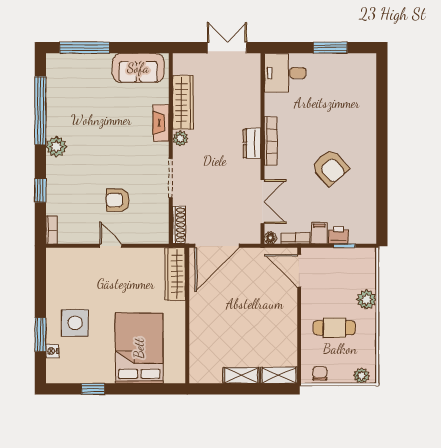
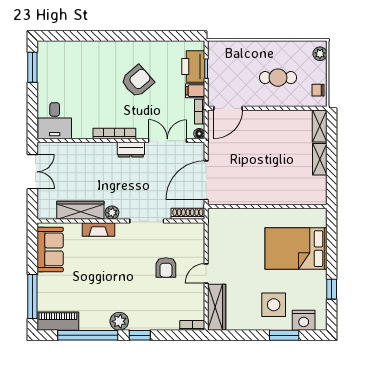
double door: (227, 48) -> (32, 172), swing flipped
window: (330, 48) -> (32, 67), moved
piano: (56, 77) -> (58, 321), added
dresser: (252, 143) -> (131, 150), moved
window: (40, 190) -> (140, 335), moved
printer: (338, 235) -> (193, 67), width x1.87, depth x1.48
door: (217, 246) -> (206, 180), swing flipped
wardrobe: (175, 274) -> (217, 307), moved, turned -90
plant: (366, 300) -> (253, 49), removed
cafe table: (334, 328) -> (278, 78), turned 90
nightstand: (52, 351) -> (304, 320), width x1.89, depth x1.79

